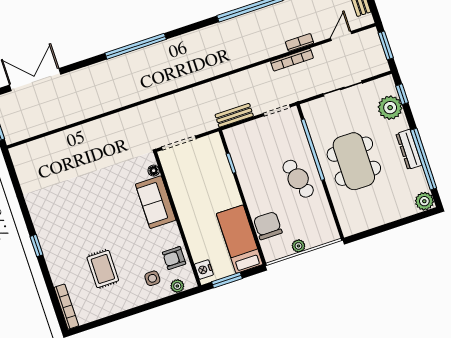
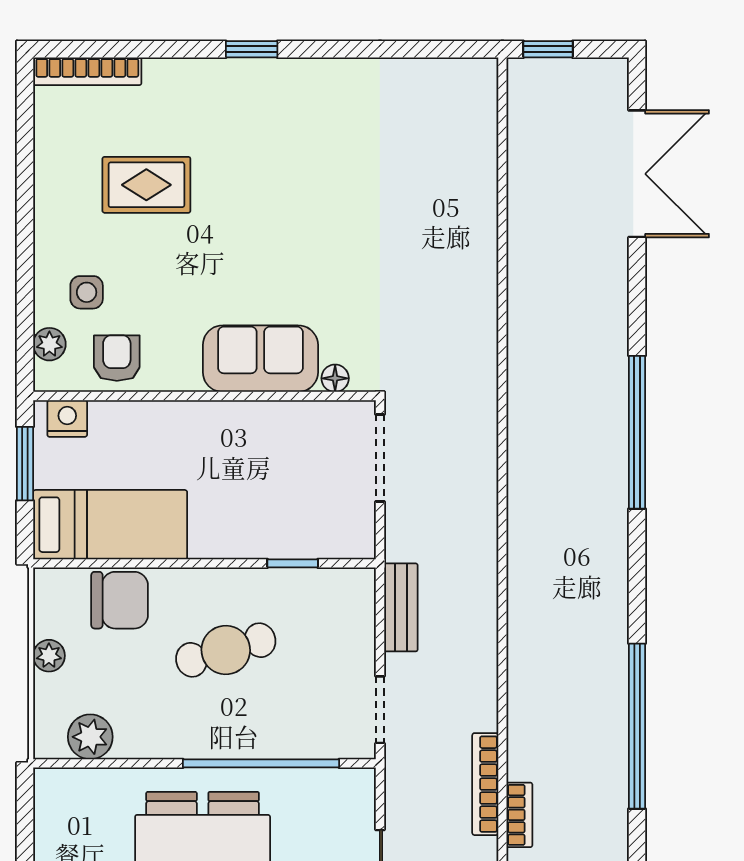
cafe table: (298, 179) -> (226, 650), moved
plant: (325, 219) -> (90, 737), added

